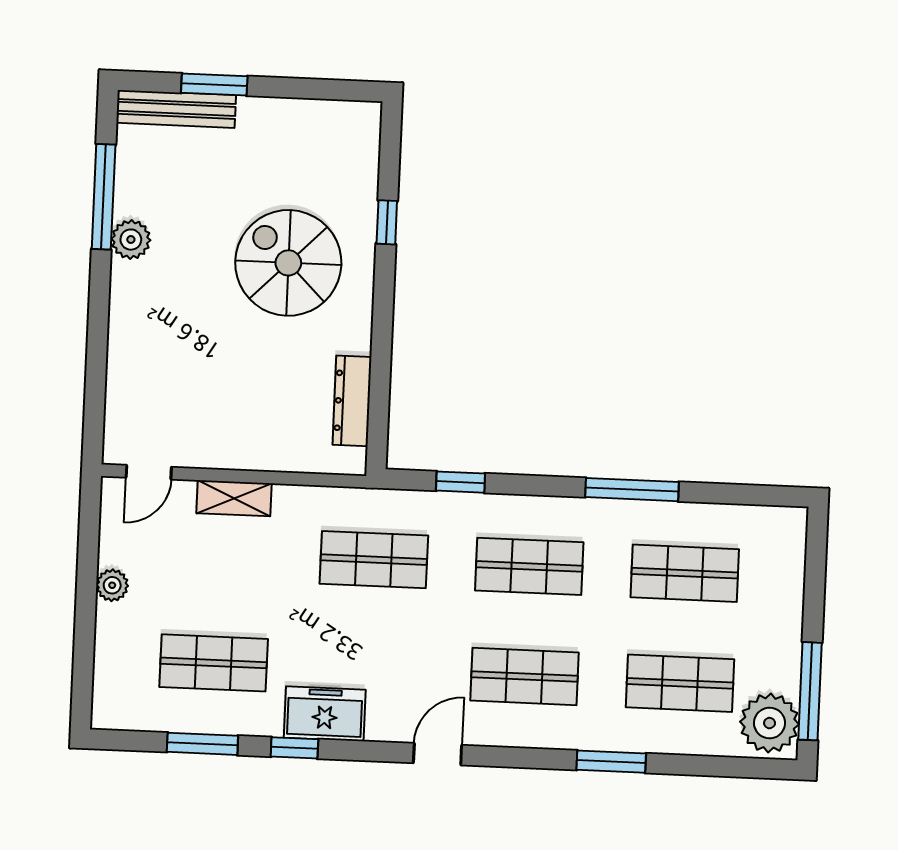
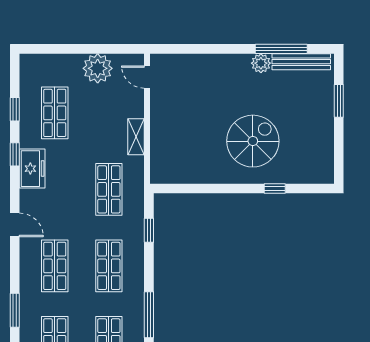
bench: (176, 109) -> (301, 62), moved, turned 90
dresser: (352, 401) -> (186, 175), removed
shelving: (234, 498) -> (136, 137), moved
plant: (112, 585) -> (98, 68), width x1.87, depth x1.87
window: (202, 744) -> (15, 109), width x0.67

